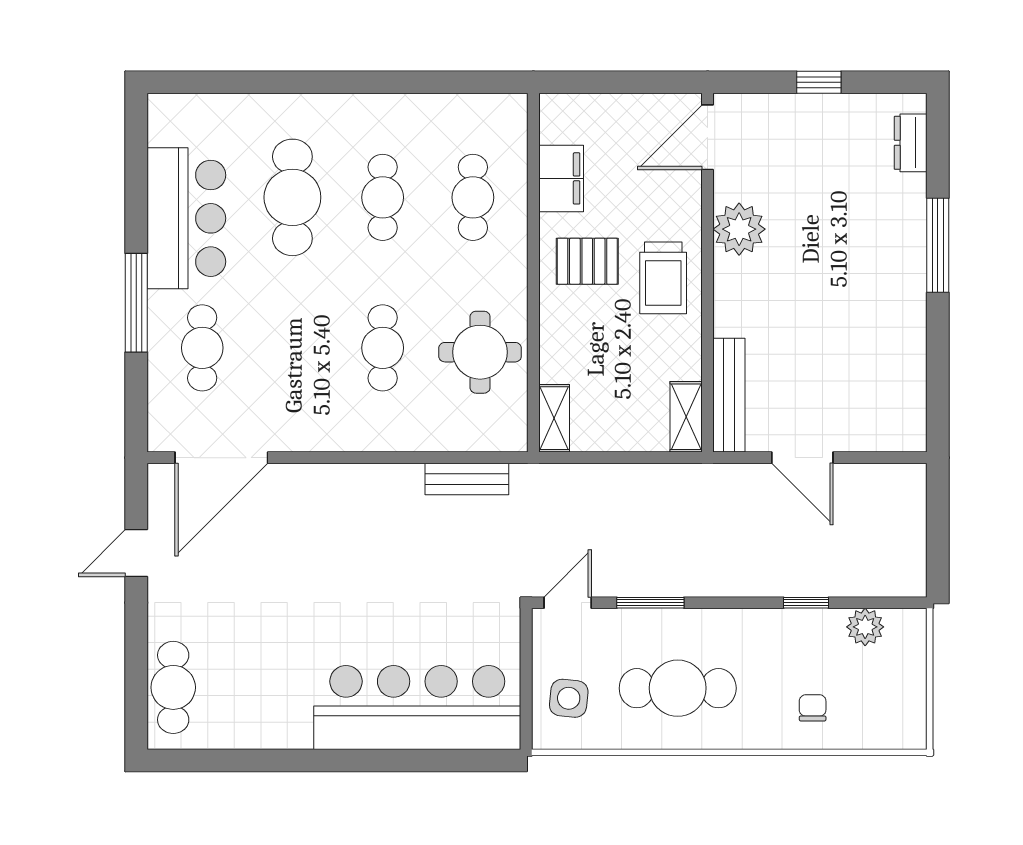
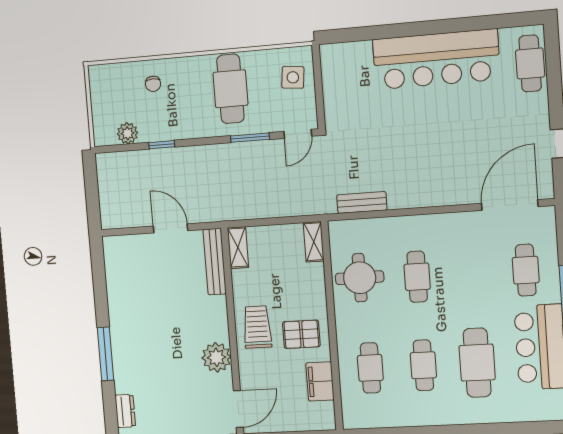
cafe table: (678, 688) -> (230, 89), turned 90
bar counter: (417, 708) -> (436, 59), moved

